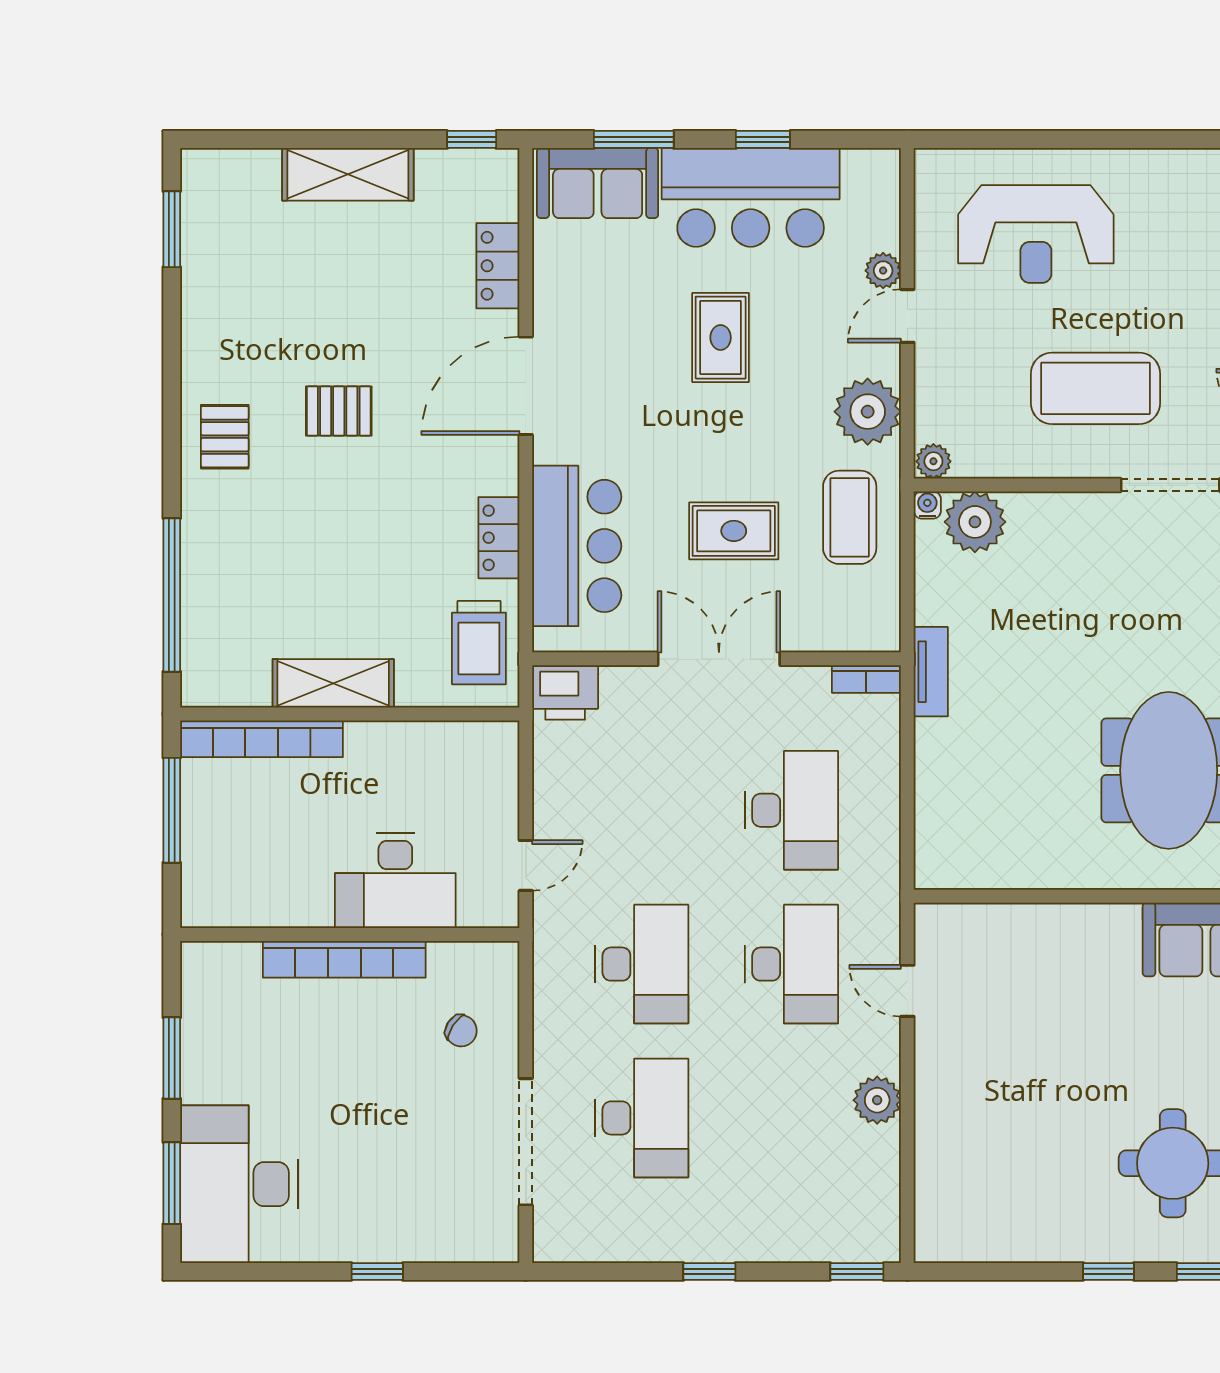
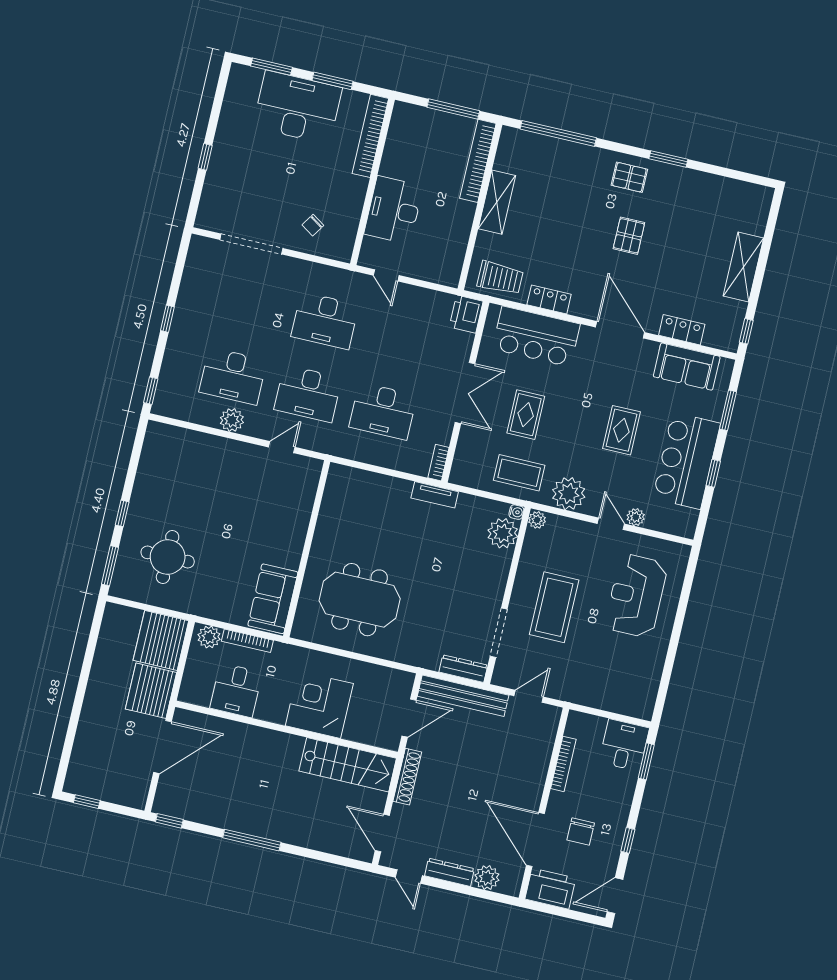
sofa: (598, 183) -> (687, 367), moved, turned -90
window: (172, 229) -> (668, 159), moved
rug: (721, 338) -> (621, 430), turned 90
trolley: (479, 643) -> (500, 278), turned 180
bookcase: (344, 959) -> (370, 136), moved
desk: (642, 1118) -> (233, 376), moved
desk: (239, 1184) -> (297, 107), moved

